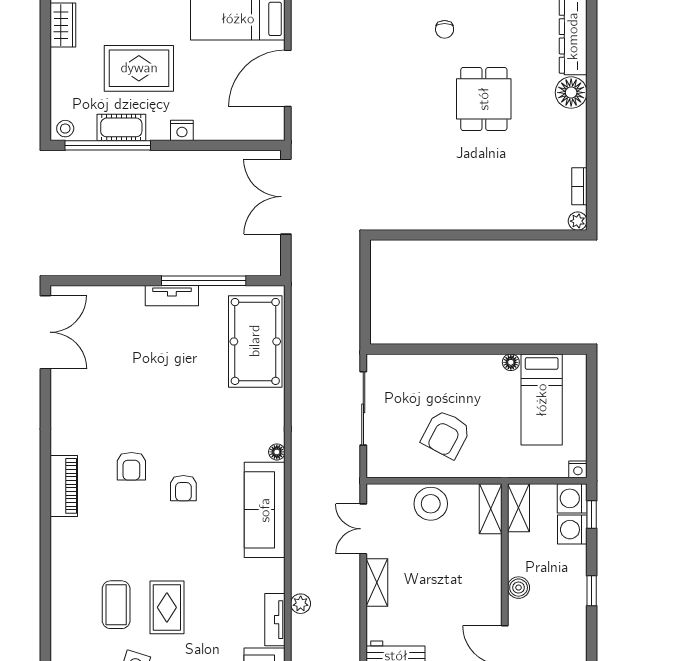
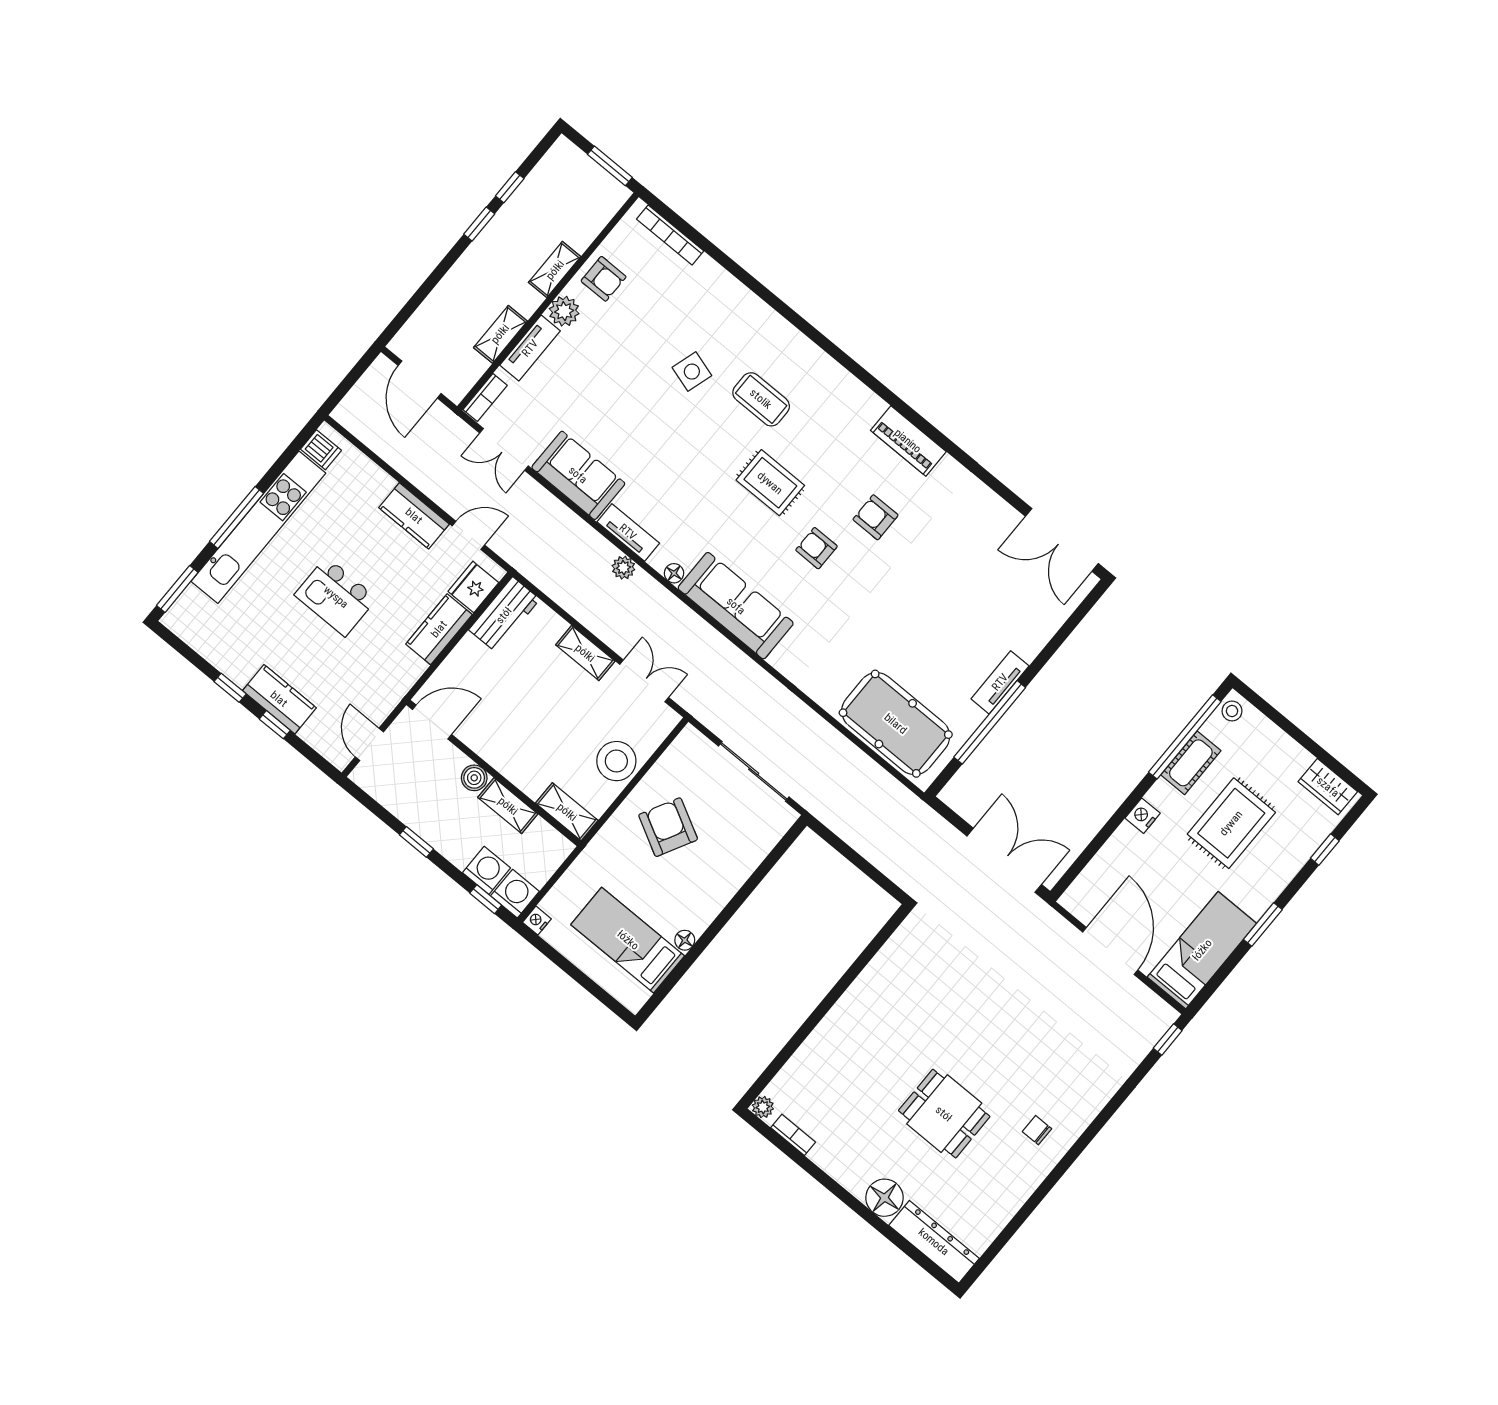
floor lamp: (277, 452) -> (674, 573), moved
shelving: (519, 508) -> (508, 806), moved
rug: (167, 607) -> (770, 483), moved

